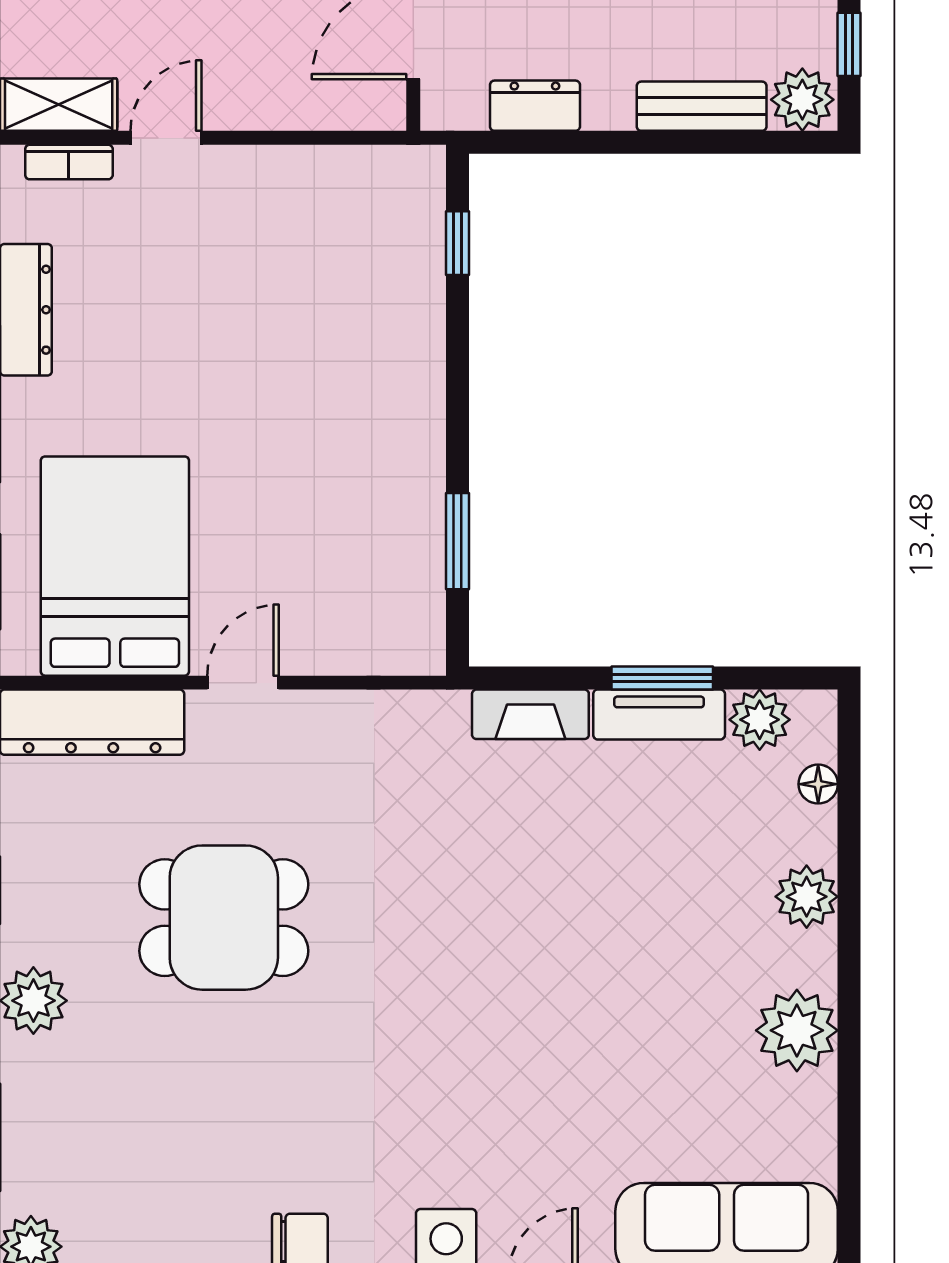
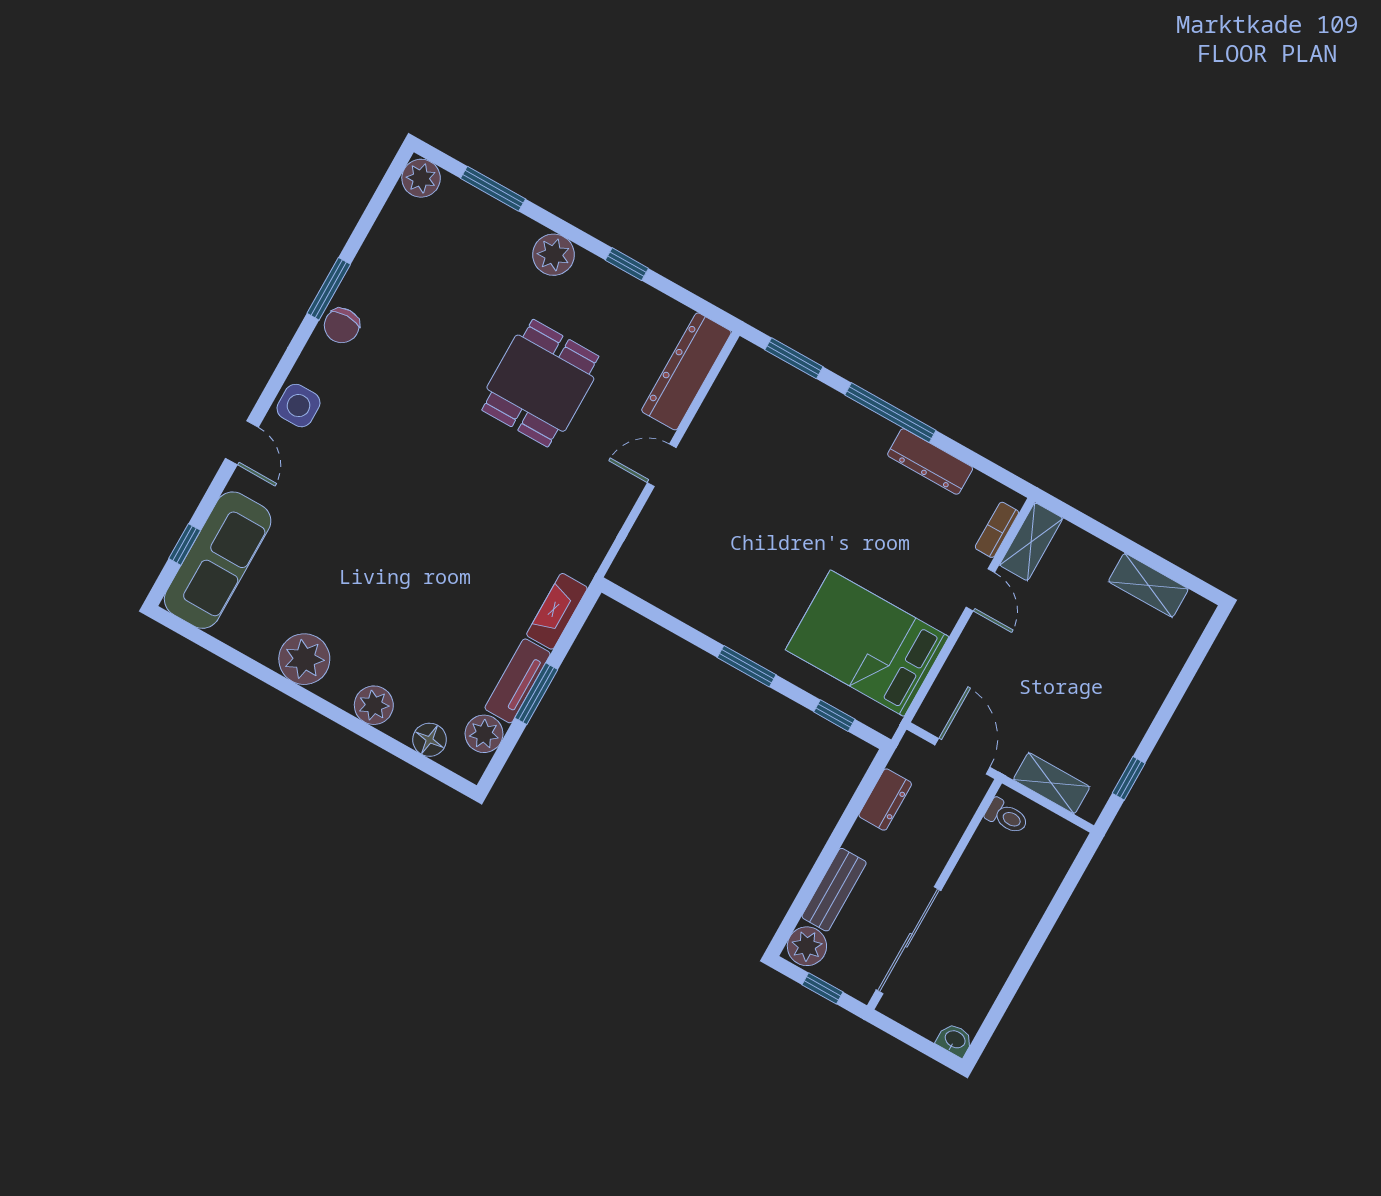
window: (458, 541) -> (747, 666), moved
bed: (115, 566) -> (867, 643), moved, turned 180
door: (243, 683) -> (662, 465), swing flipped
floor lamp: (818, 784) -> (430, 740), width x1.37, depth x1.37

